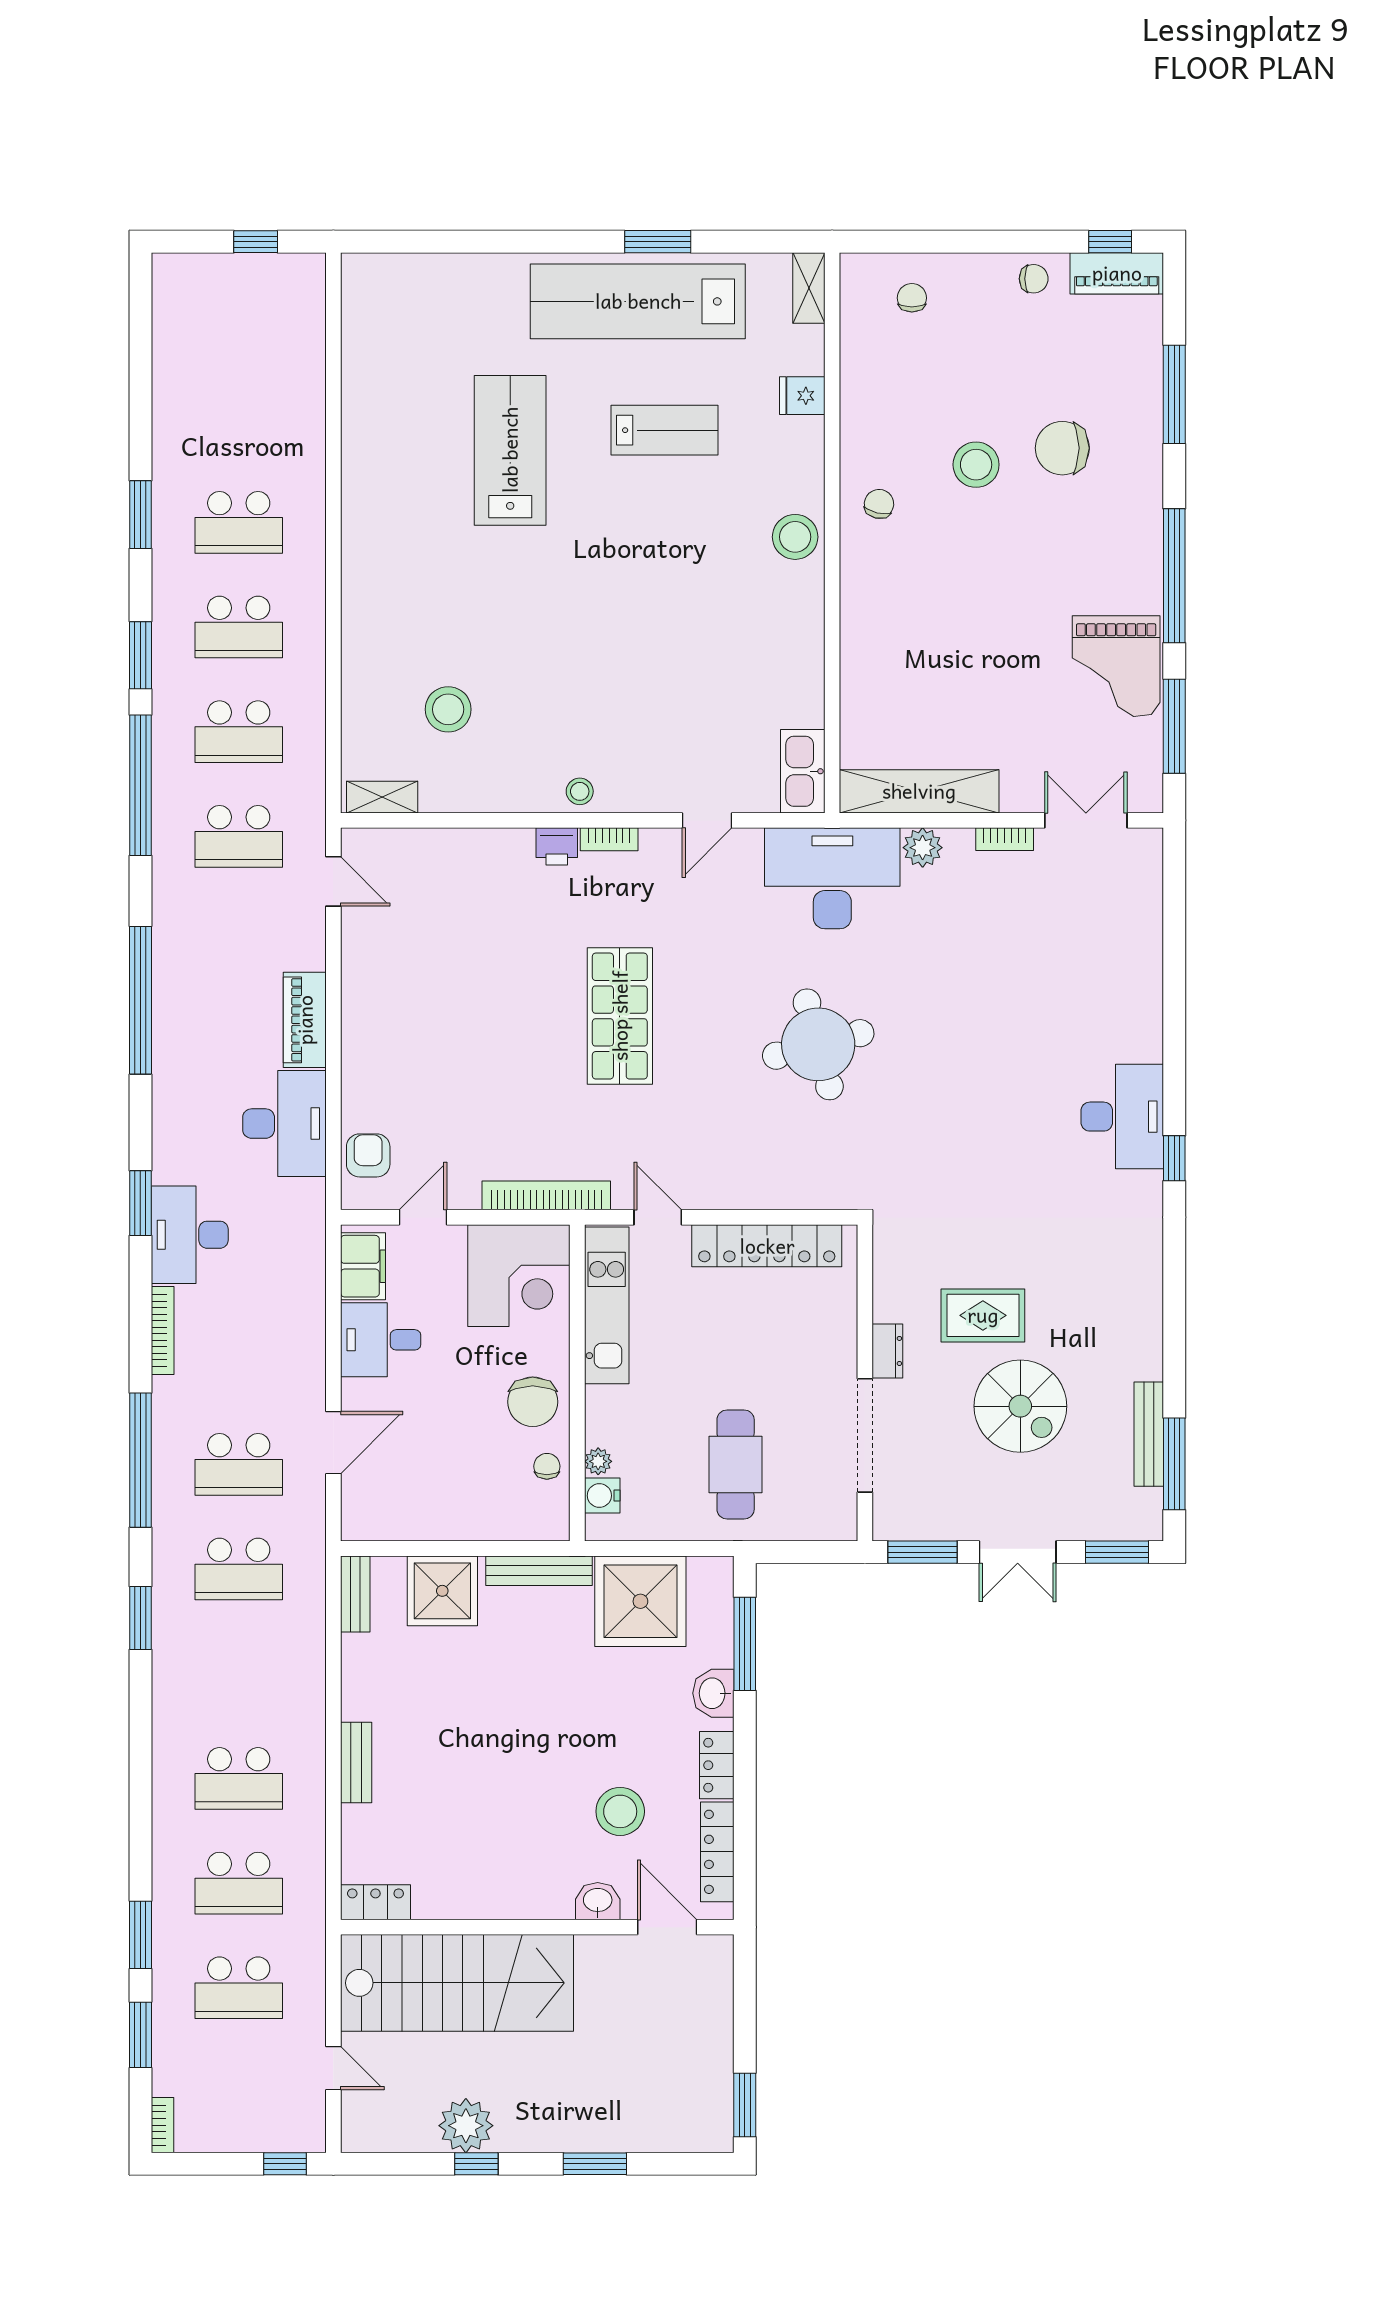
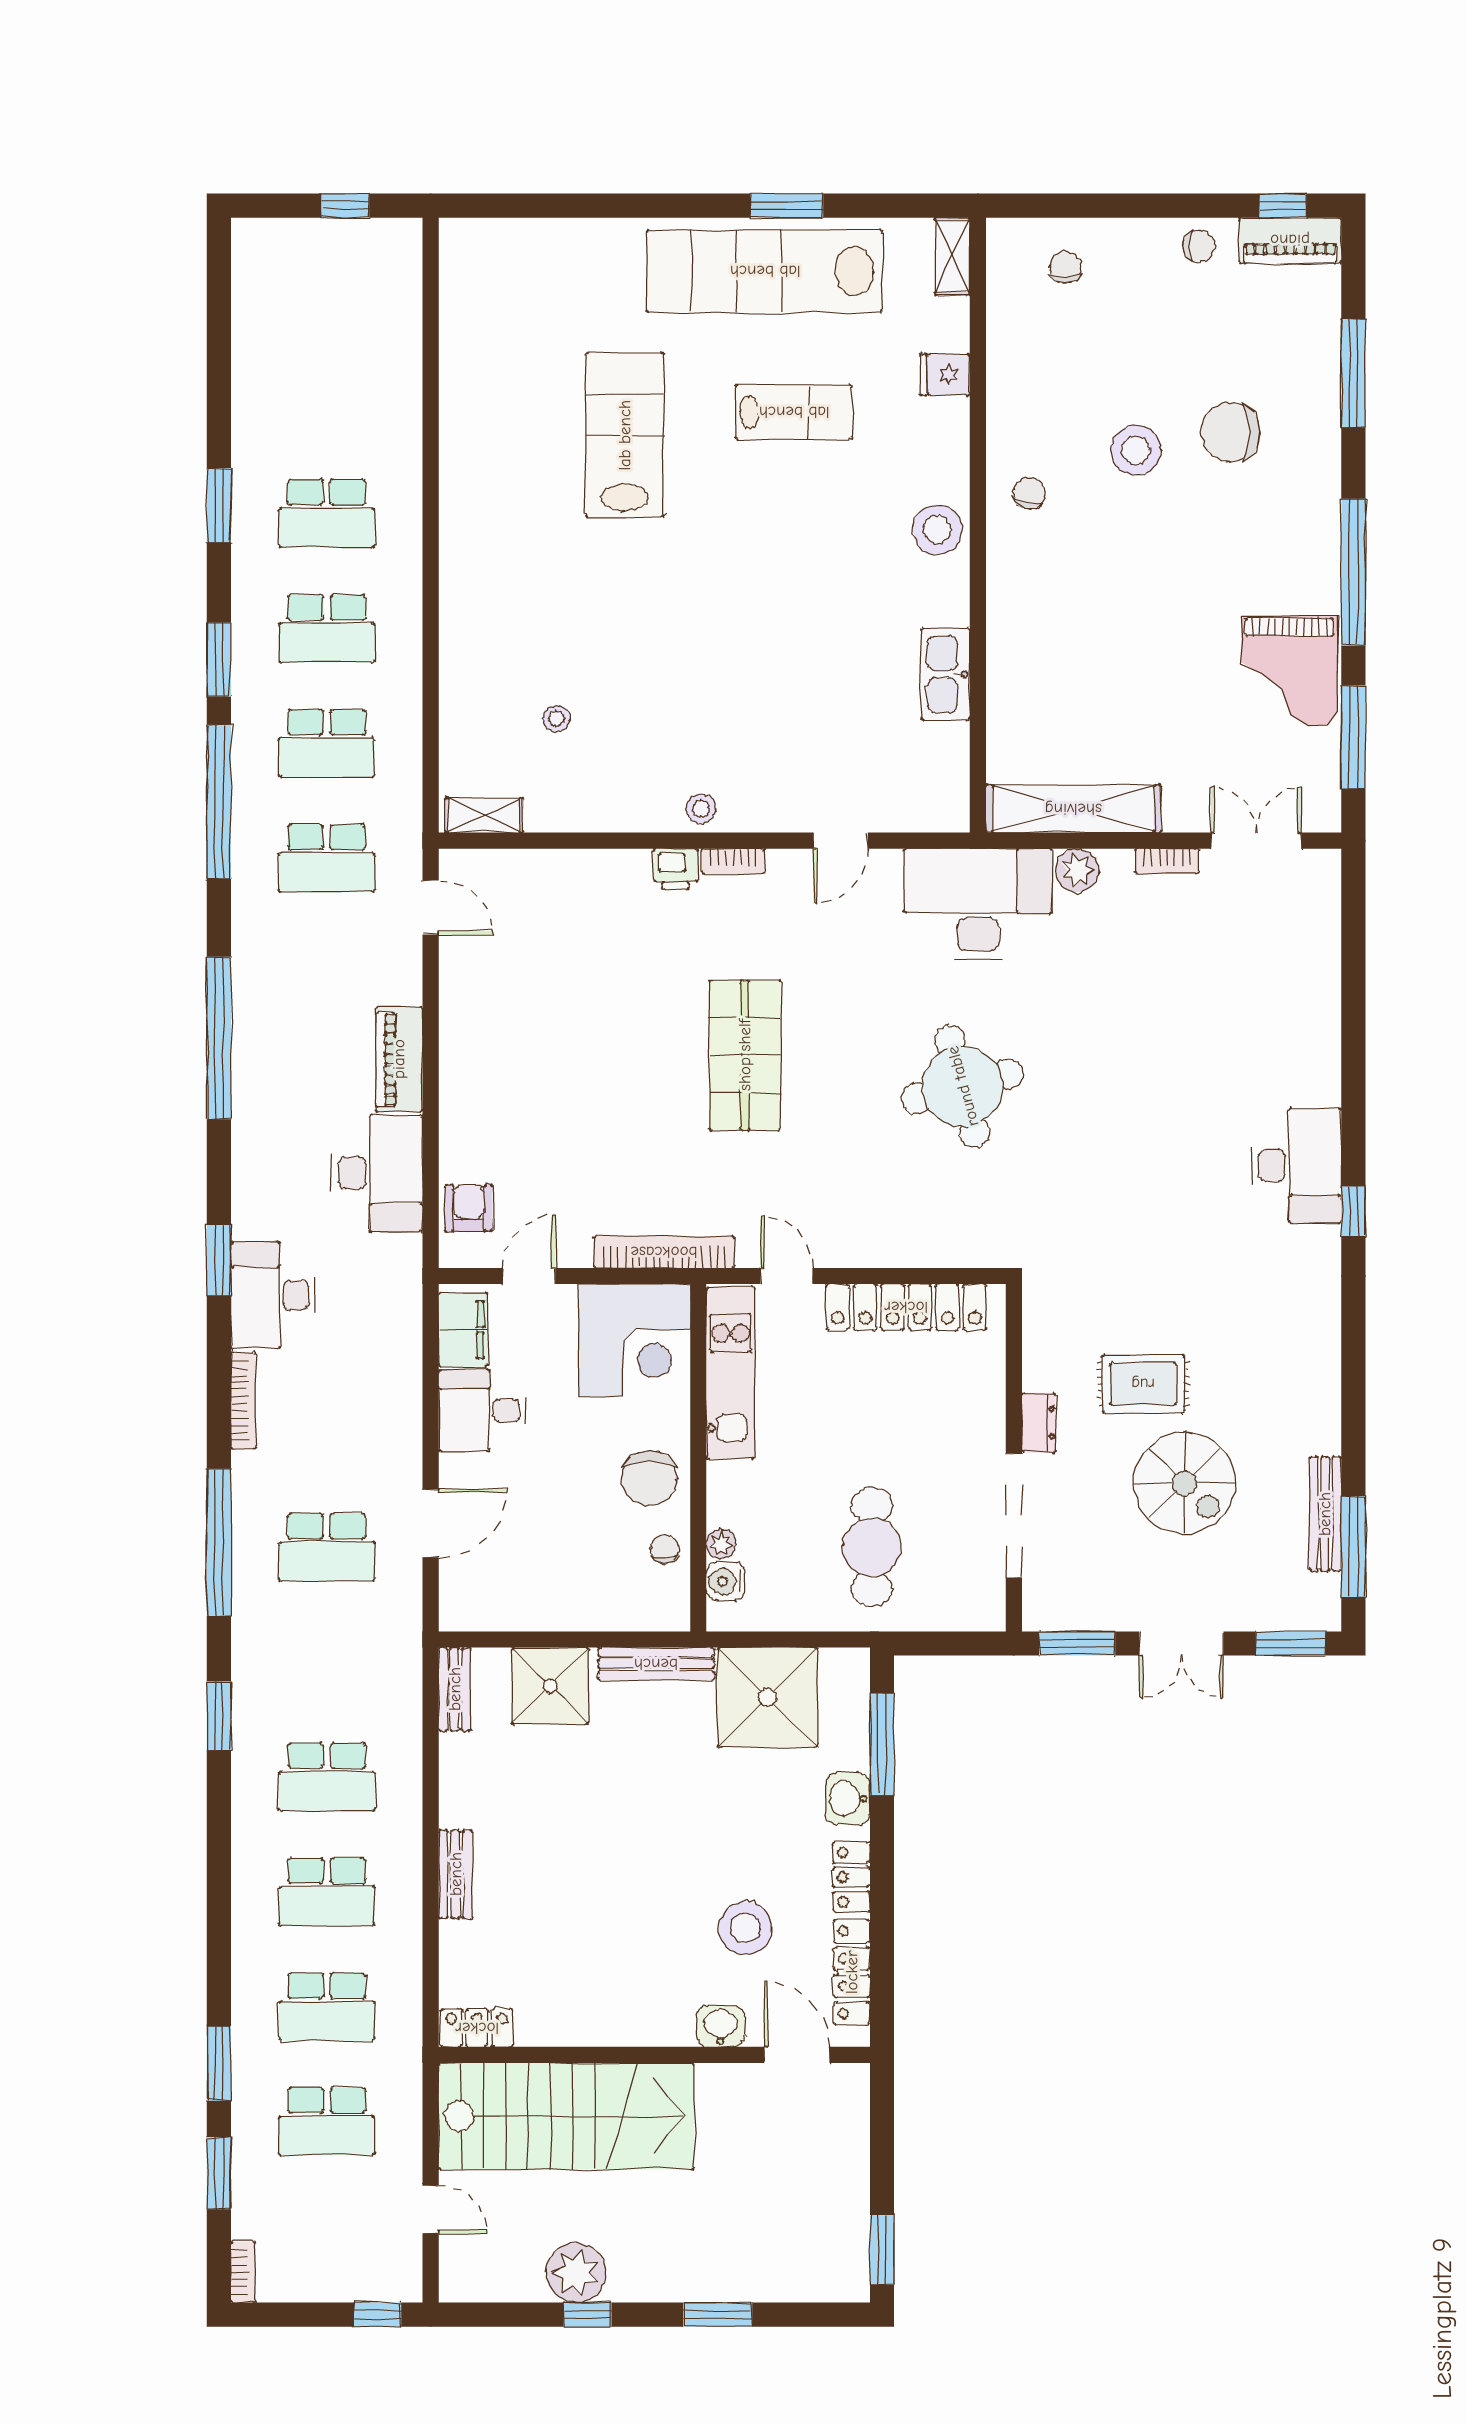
stool: (448, 709) -> (557, 719), width x0.53, depth x0.53
kitchen sink: (803, 771) -> (946, 674), moved
school desk: (239, 1569) -> (327, 1777), moved

